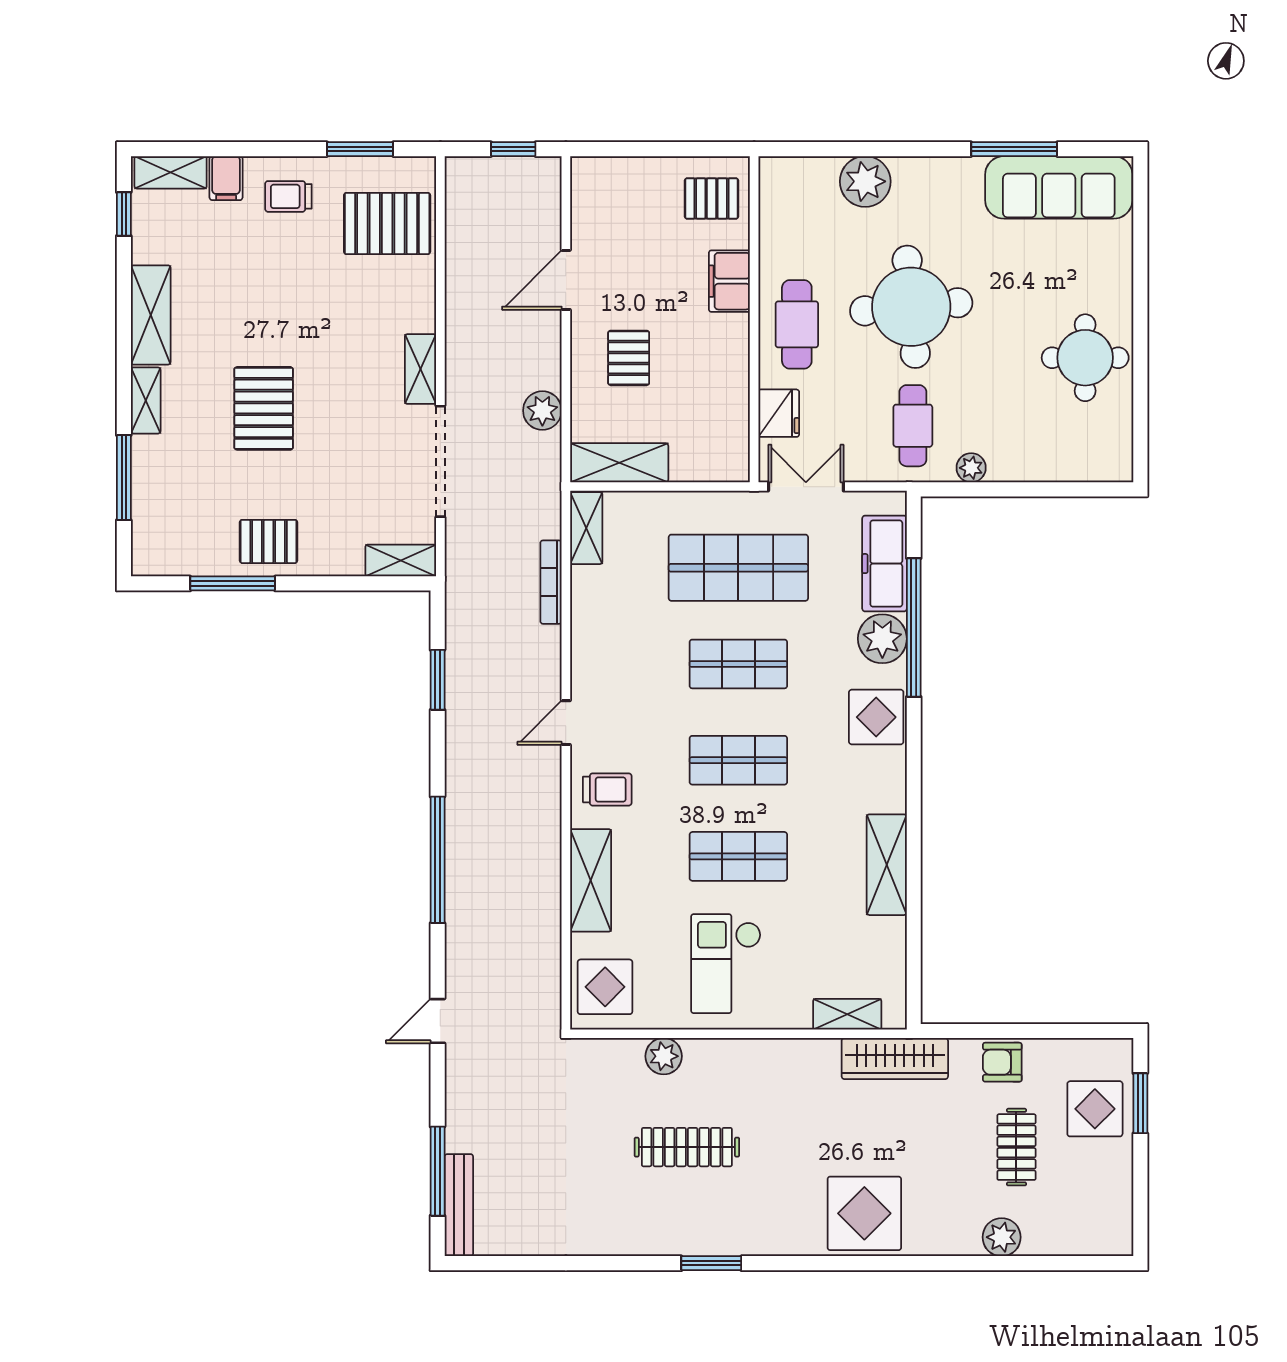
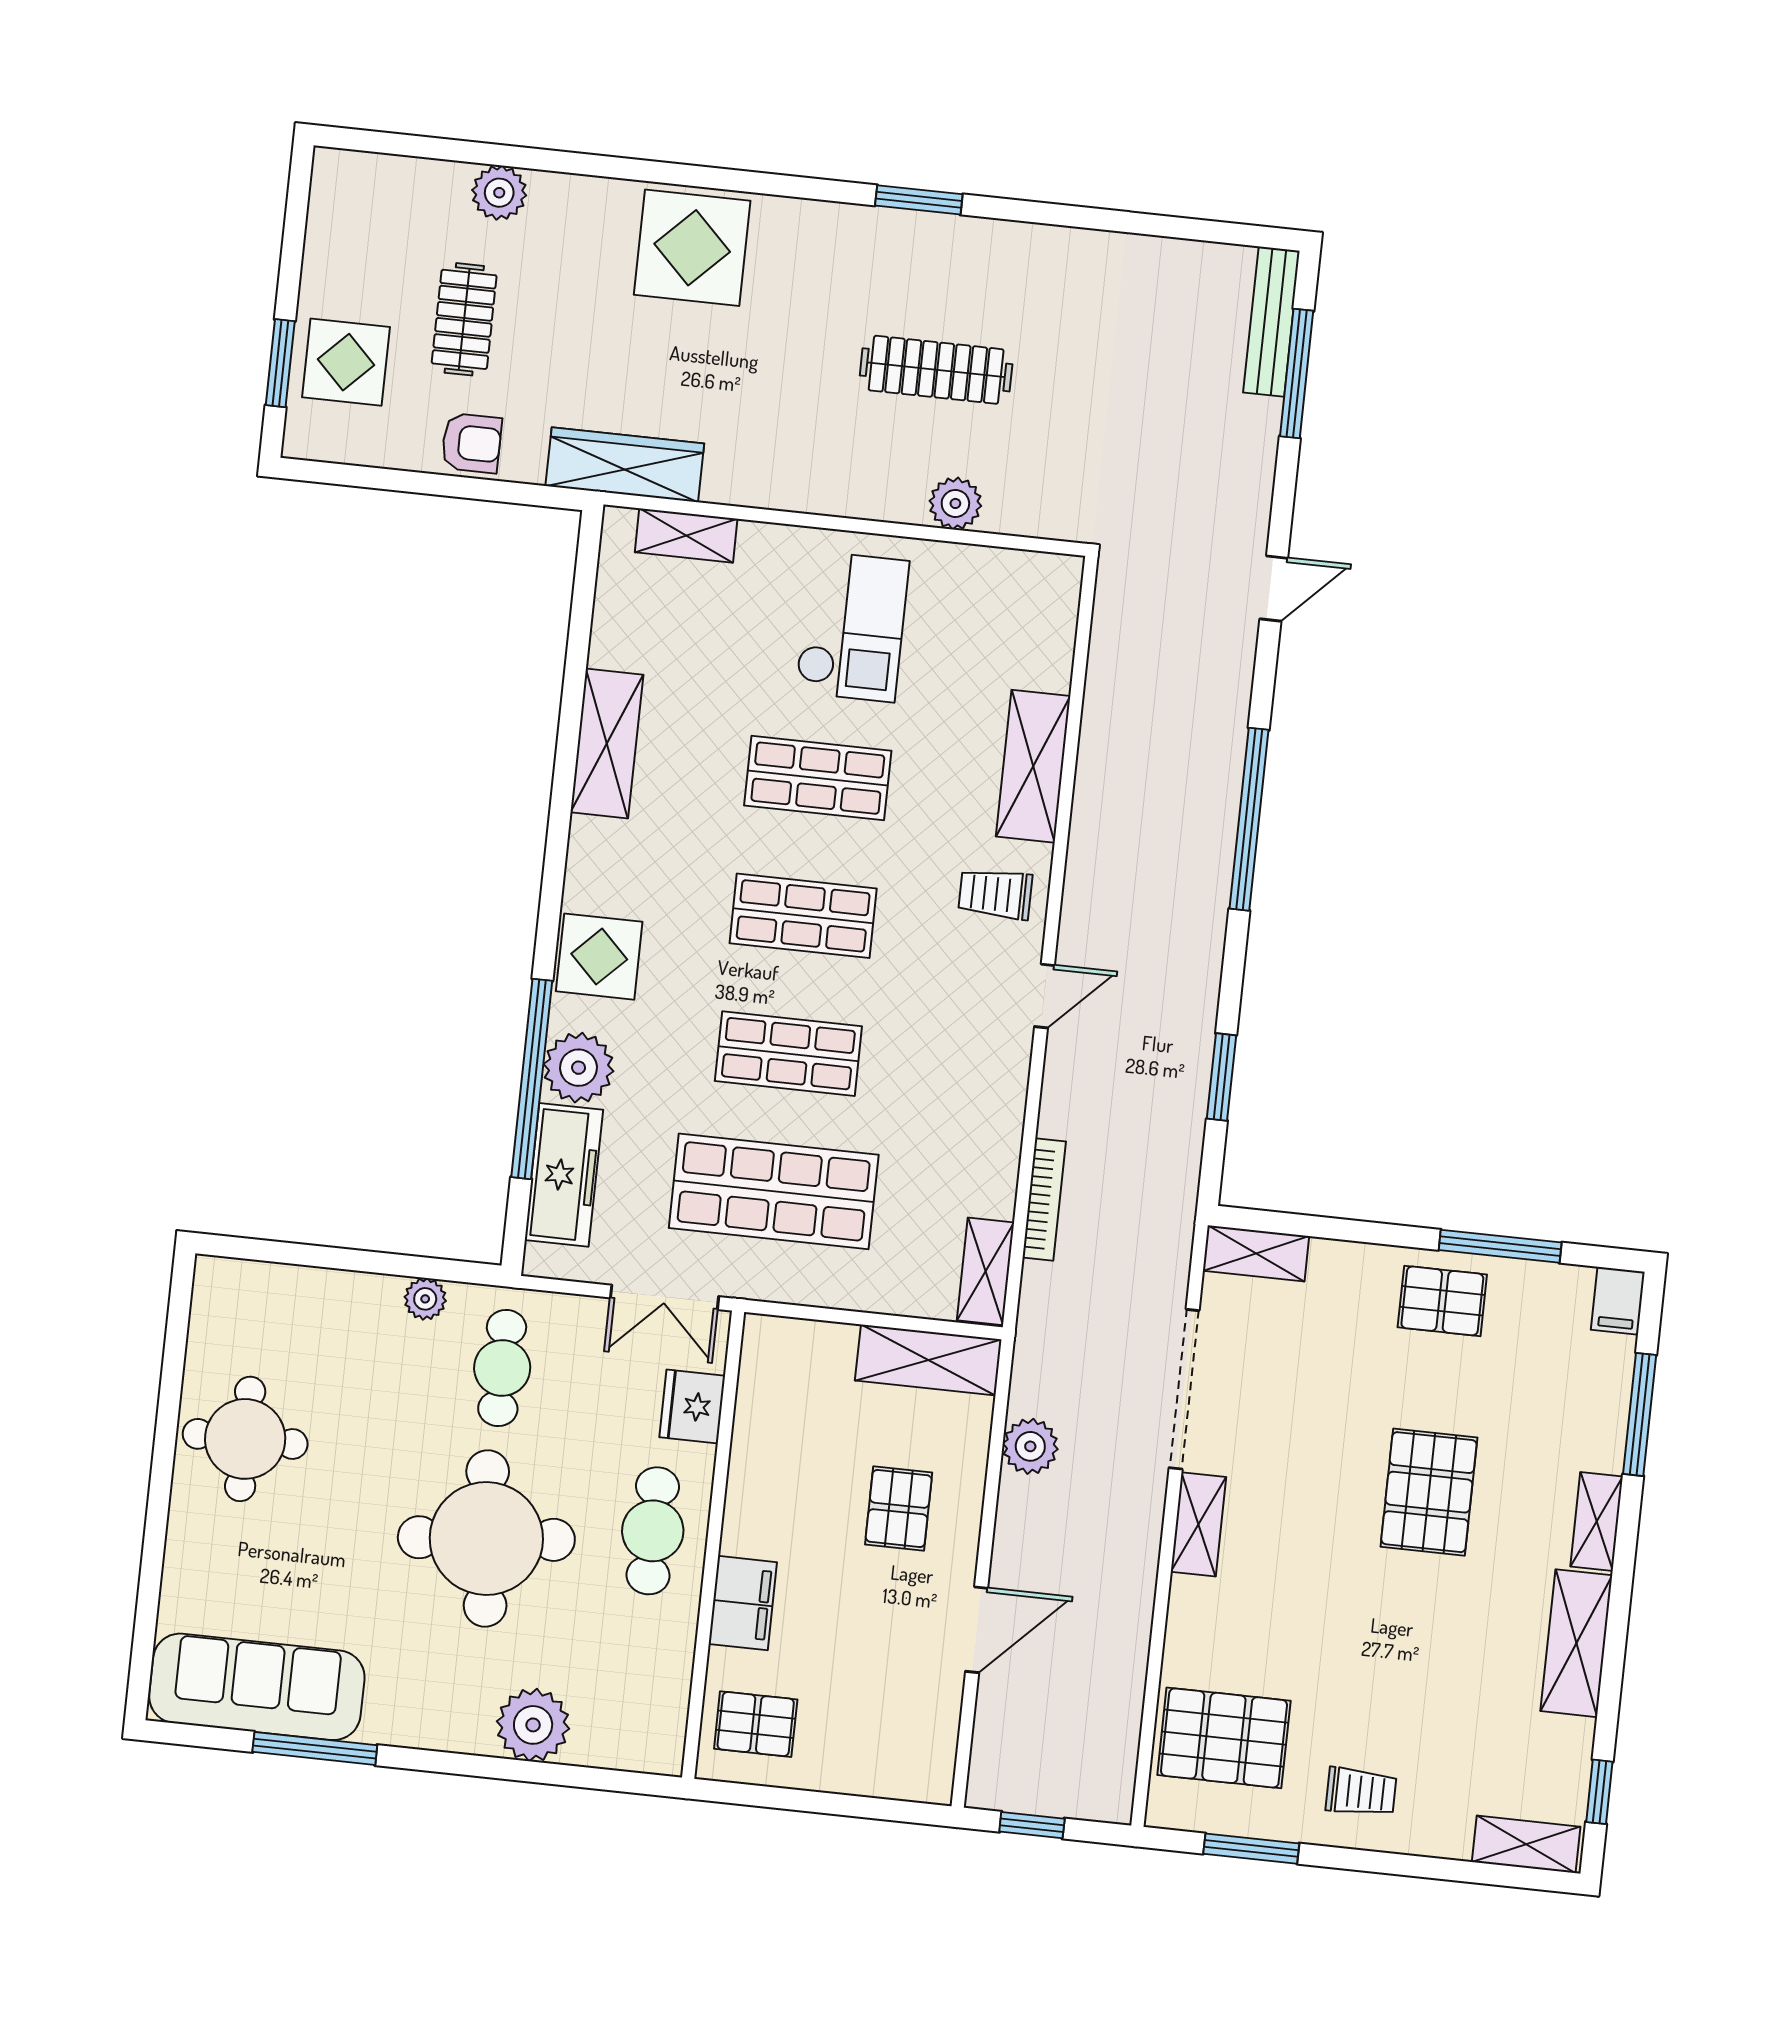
filing cabinet: (226, 178) -> (1618, 1301), moved, turned 180
display table: (605, 987) -> (1029, 612), removed

